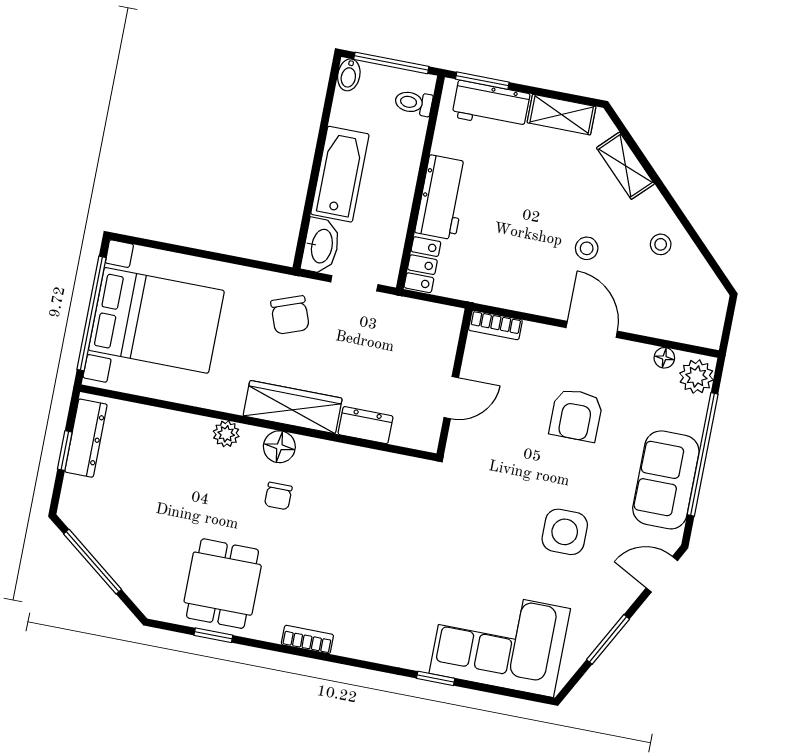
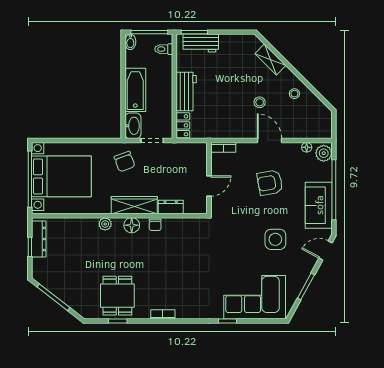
shelving: (562, 115) -> (235, 41), removed
armchair: (576, 415) -> (270, 183), turned 80
chair: (278, 496) -> (155, 225), moved

